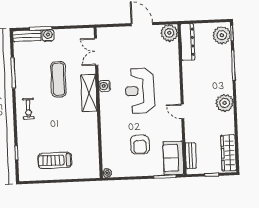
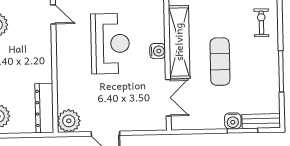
shelving: (89, 93) -> (179, 42), width x1.47

